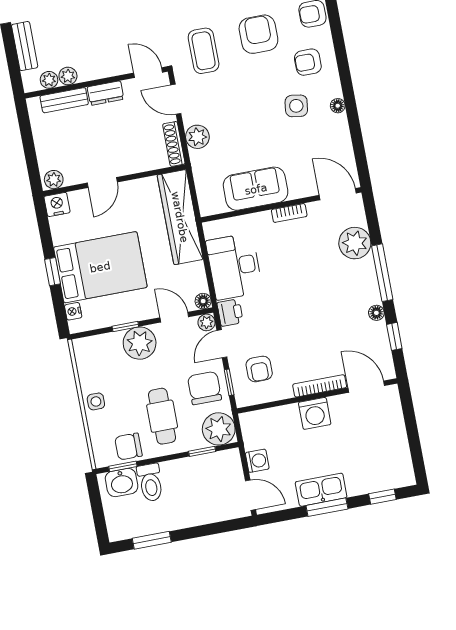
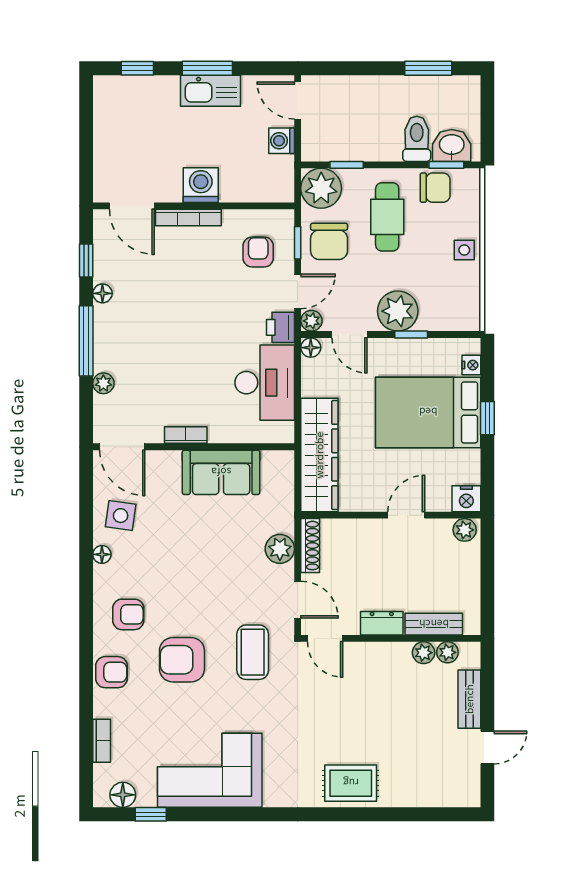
armchair: (258, 34) -> (182, 660), turned 90
side table: (296, 106) -> (121, 516), moved
plant: (355, 243) -> (103, 383), width x0.53, depth x0.53

